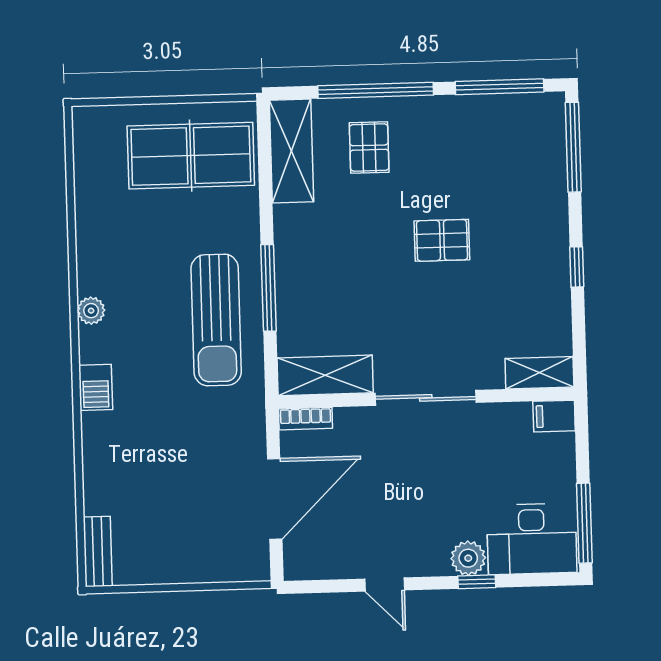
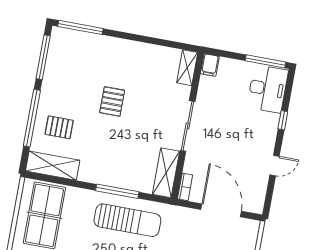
window: (577, 267) -> (139, 38), removed
plant: (468, 558) -> (270, 122), removed

